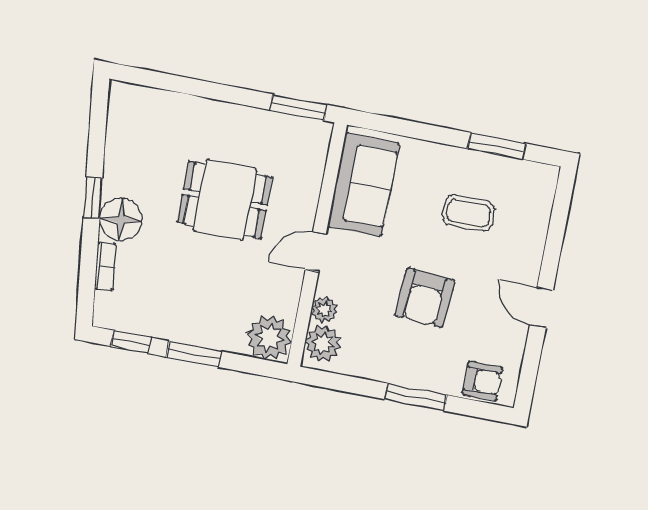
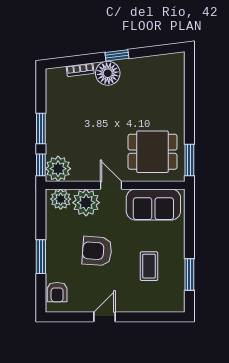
dining table: (225, 200) -> (152, 152), moved, turned 90
plant: (324, 310) -> (86, 203), width x1.87, depth x1.87
window: (131, 342) -> (41, 165), moved

